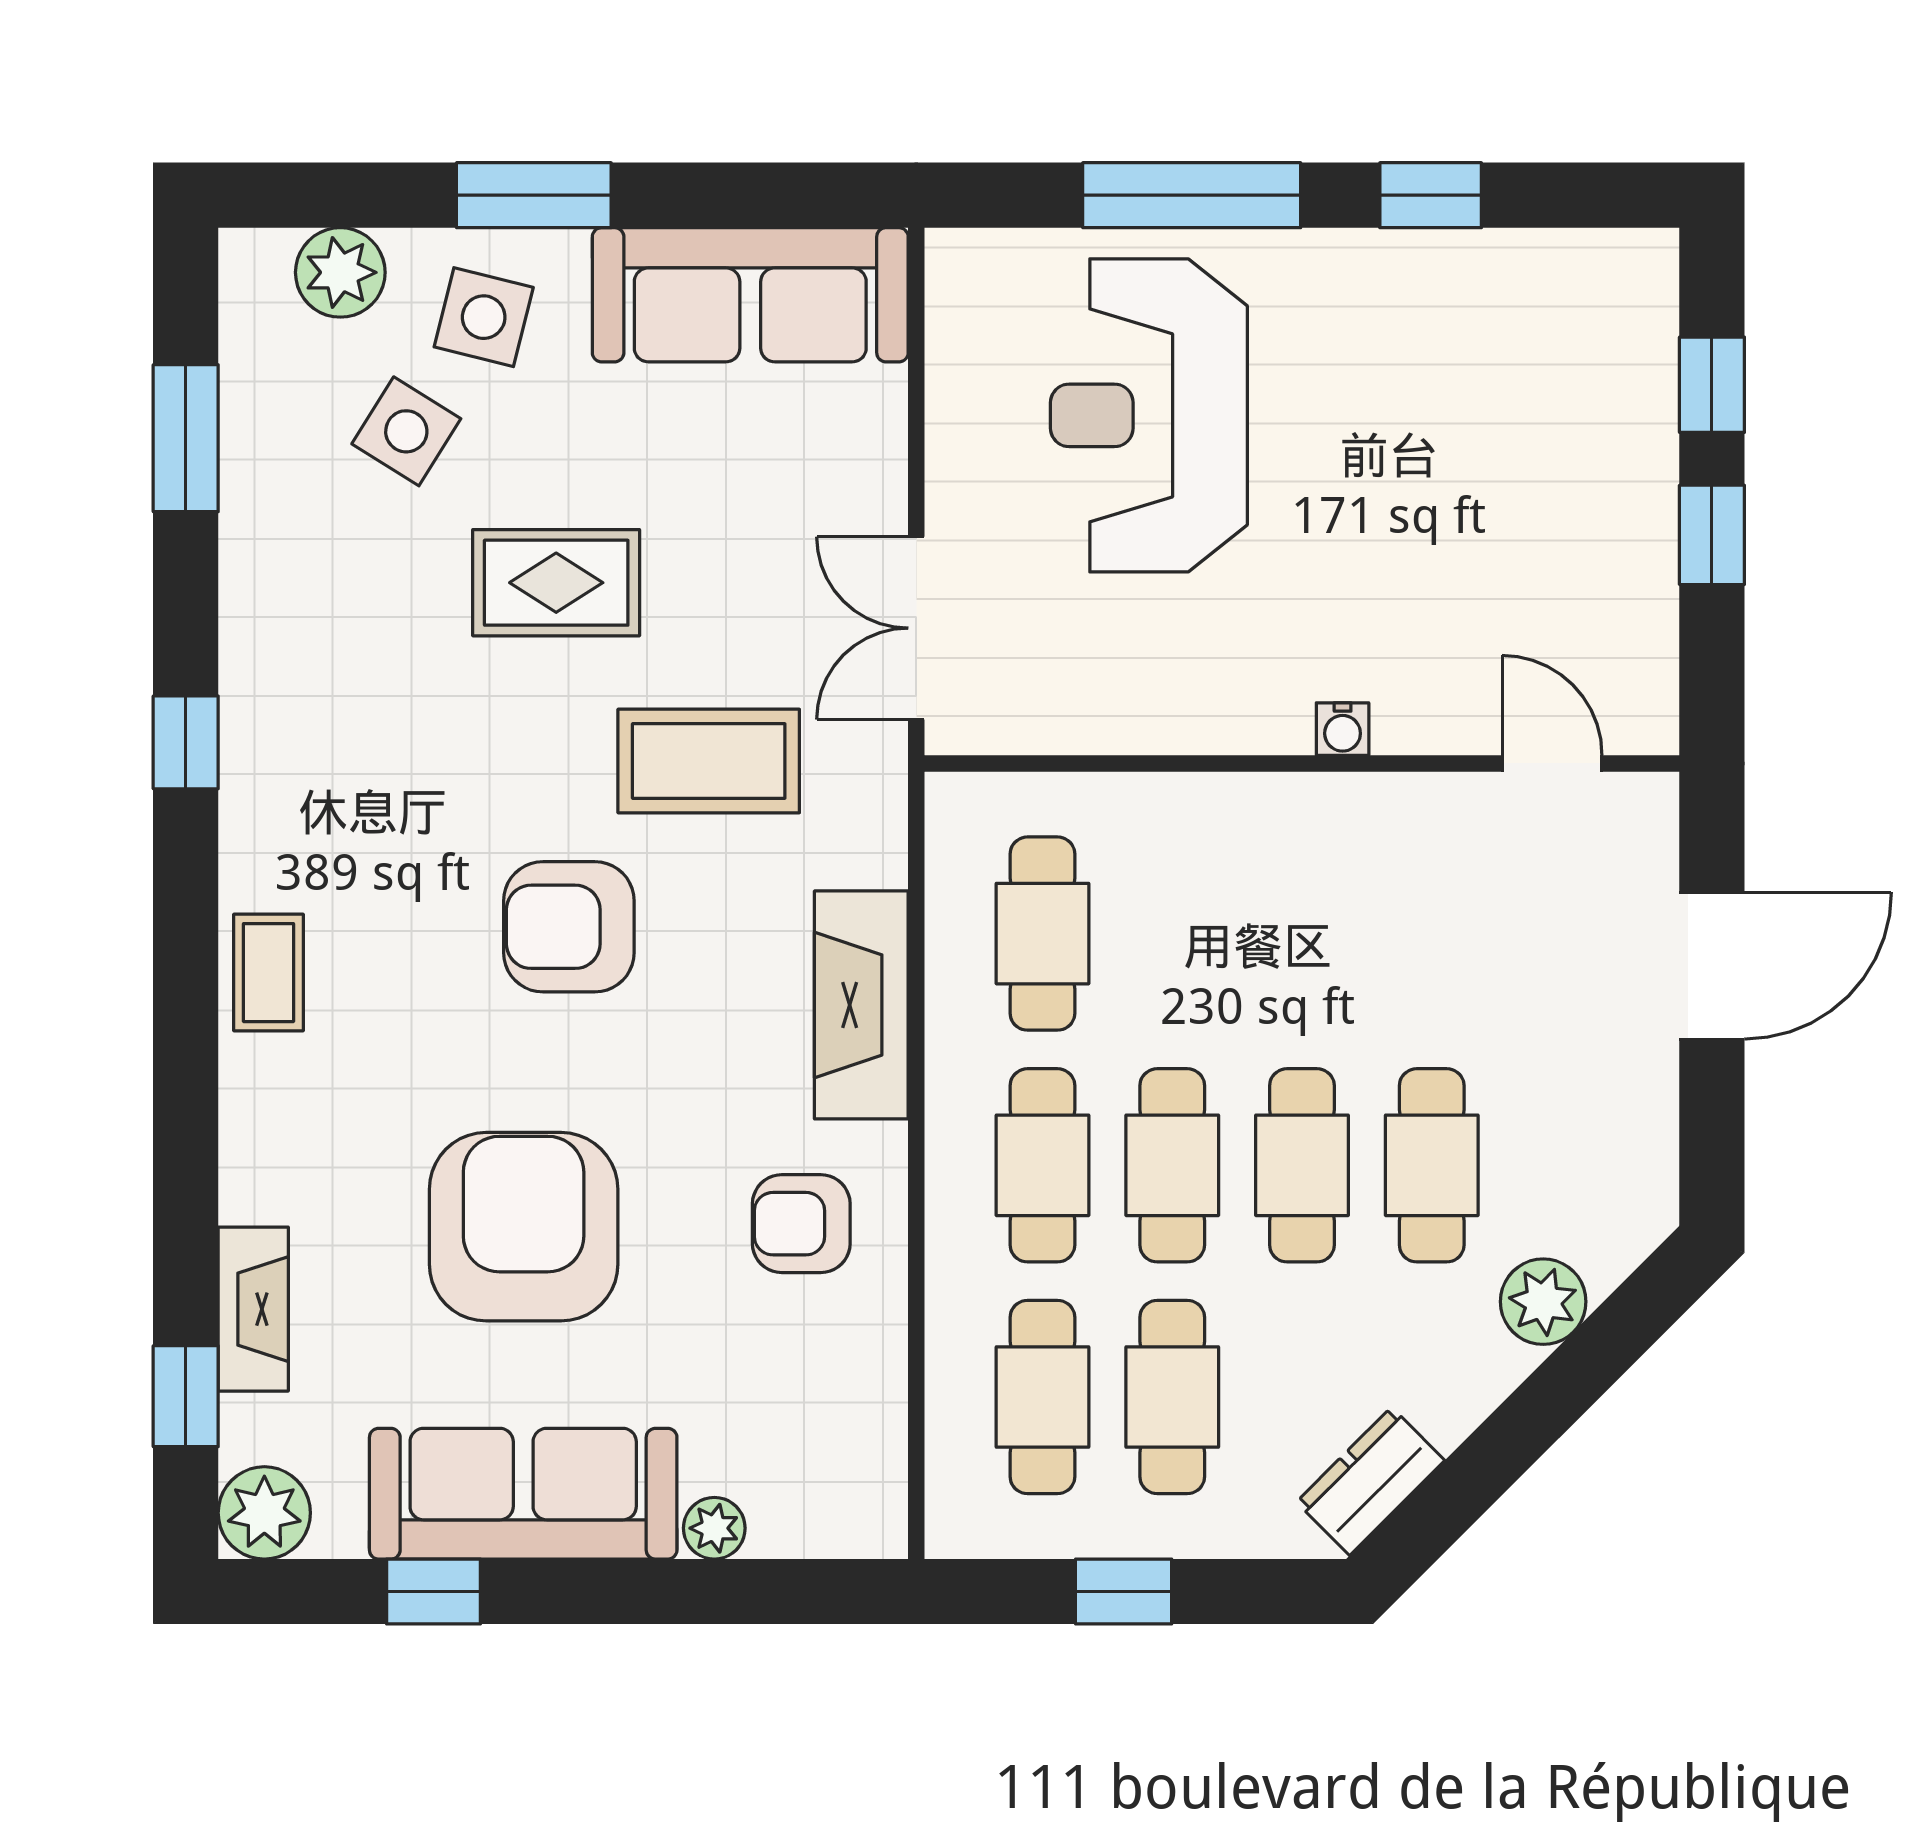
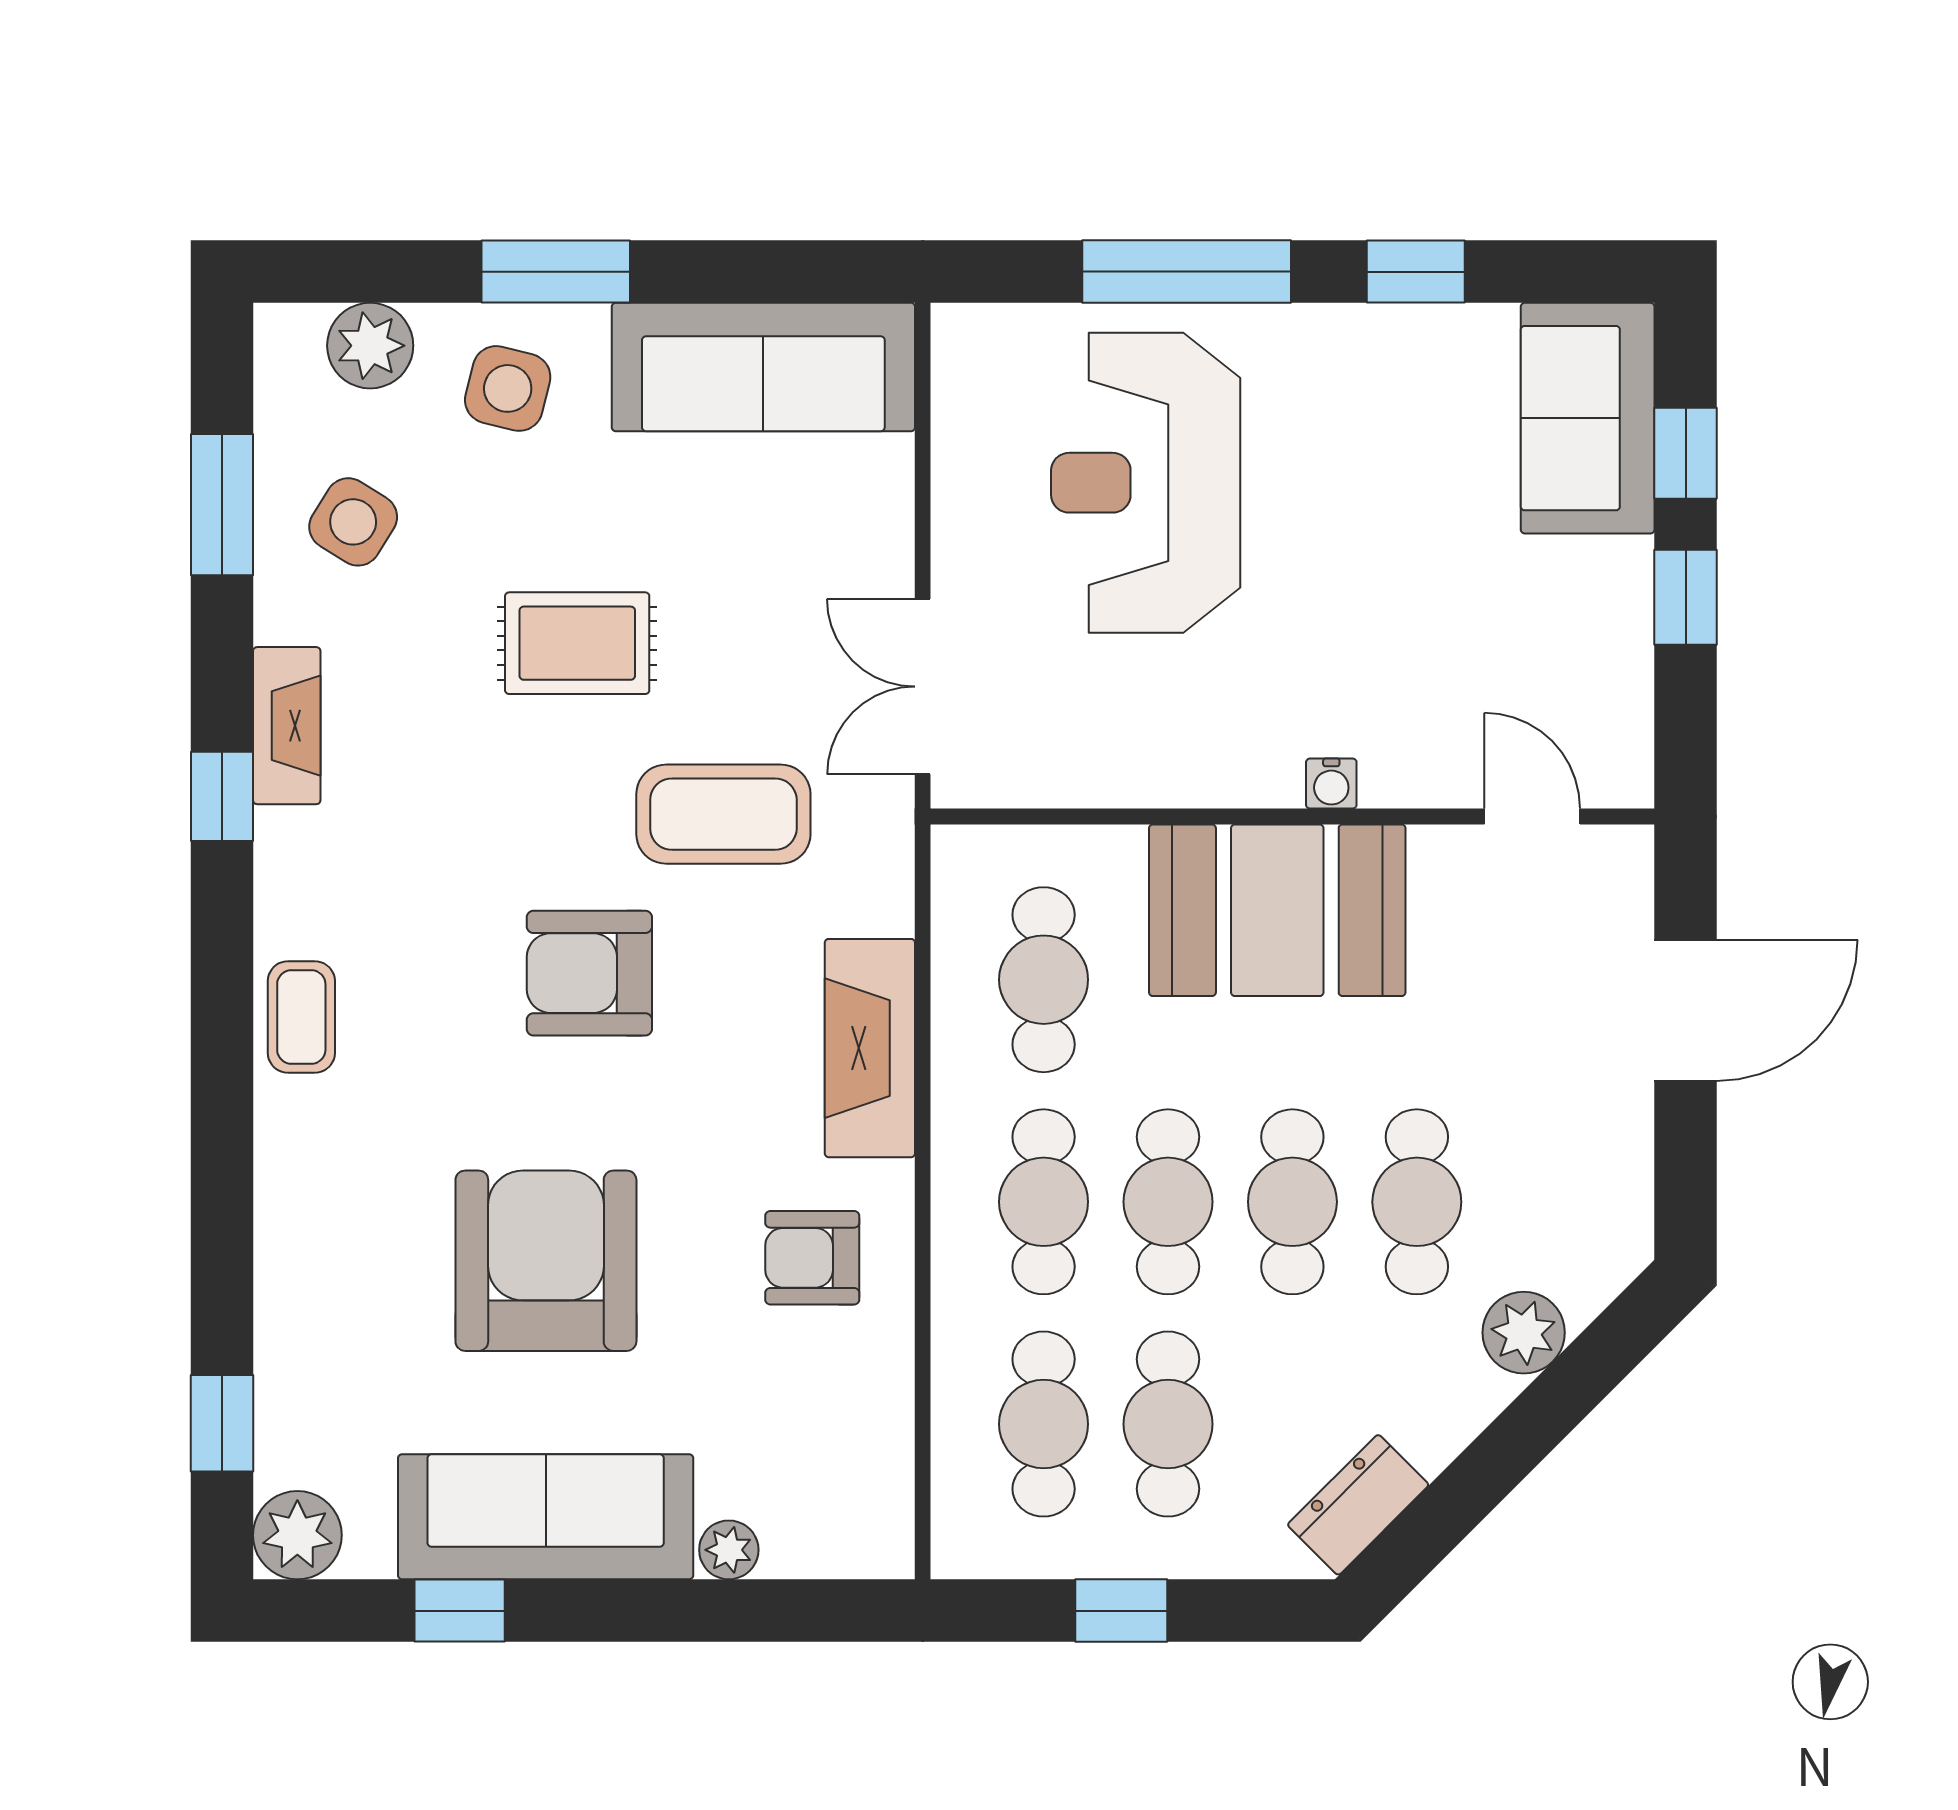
sofa: (1610, 348) -> (1588, 418), added
side table: (406, 431) -> (353, 522), moved
booth: (1286, 861) -> (1277, 910), added
fireplace: (253, 1309) -> (287, 726), moved

